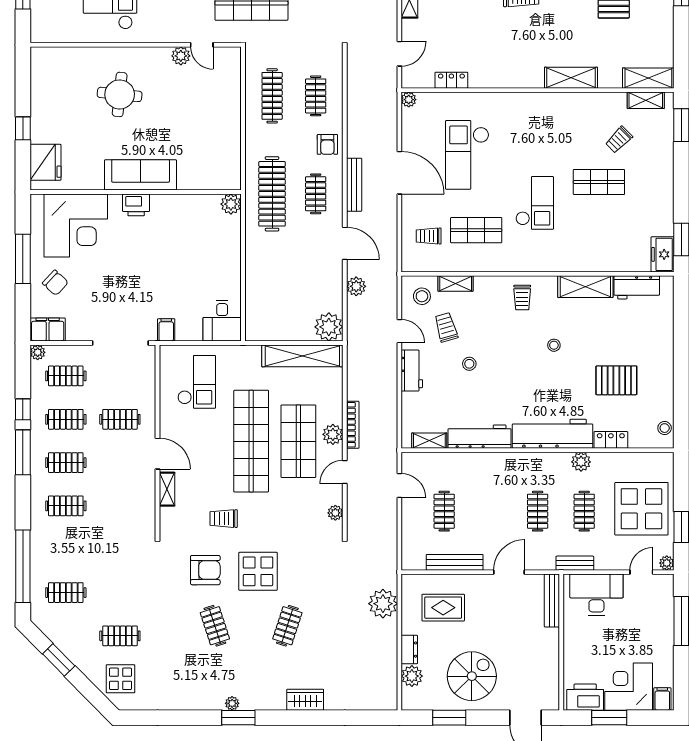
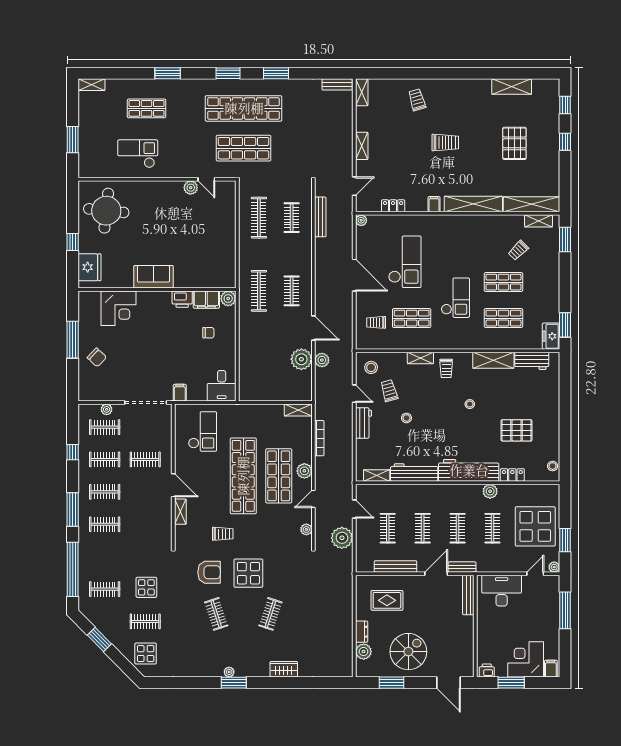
filing cabinet: (506, 78) -> (434, 204), added
shelving: (571, 78) -> (473, 204), width x1.47
shelving: (648, 78) -> (531, 204), width x1.47
round table: (120, 94) -> (106, 211), moved, width x1.36, depth x1.36
armchair: (327, 144) -> (300, 254), removed
checkout: (467, 155) -> (405, 262), turned 180
sofa: (141, 175) -> (153, 277), width x0.73
bench: (354, 185) -> (320, 217), moved
clothes rail: (272, 194) -> (259, 291), width x0.73, depth x0.76
printer: (136, 205) -> (182, 299), moved
corner desk: (76, 225) -> (118, 308), width x0.74, depth x0.74
shop shelf: (599, 230) -> (503, 318), added
chair: (204, 250) -> (208, 333), added
shelving: (456, 283) -> (420, 358), moved
plant: (329, 327) -> (301, 359), moved
filing cabinet: (48, 329) -> (206, 300), moved, turned 180
plant: (38, 352) -> (107, 409), moved
shelving: (302, 356) -> (298, 410), width x0.45, depth x0.75
bookcase: (353, 425) -> (319, 438), moved
window: (23, 452) -> (73, 510), moved
clothes rail: (491, 511) -> (423, 528), added
trolley: (224, 519) -> (223, 534), turned 180
bench: (575, 563) -> (462, 567), moved
display table: (122, 590) -> (146, 587), added
plant: (383, 604) -> (342, 538), moved
printer: (585, 697) -> (487, 671), width x0.53, depth x0.68

